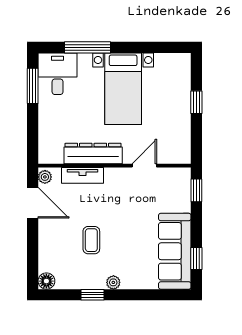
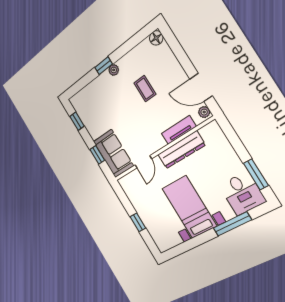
window: (196, 190) -> (97, 155), moved
sofa: (175, 251) -> (113, 154), moved, width x0.73
window: (92, 295) -> (104, 66), moved

